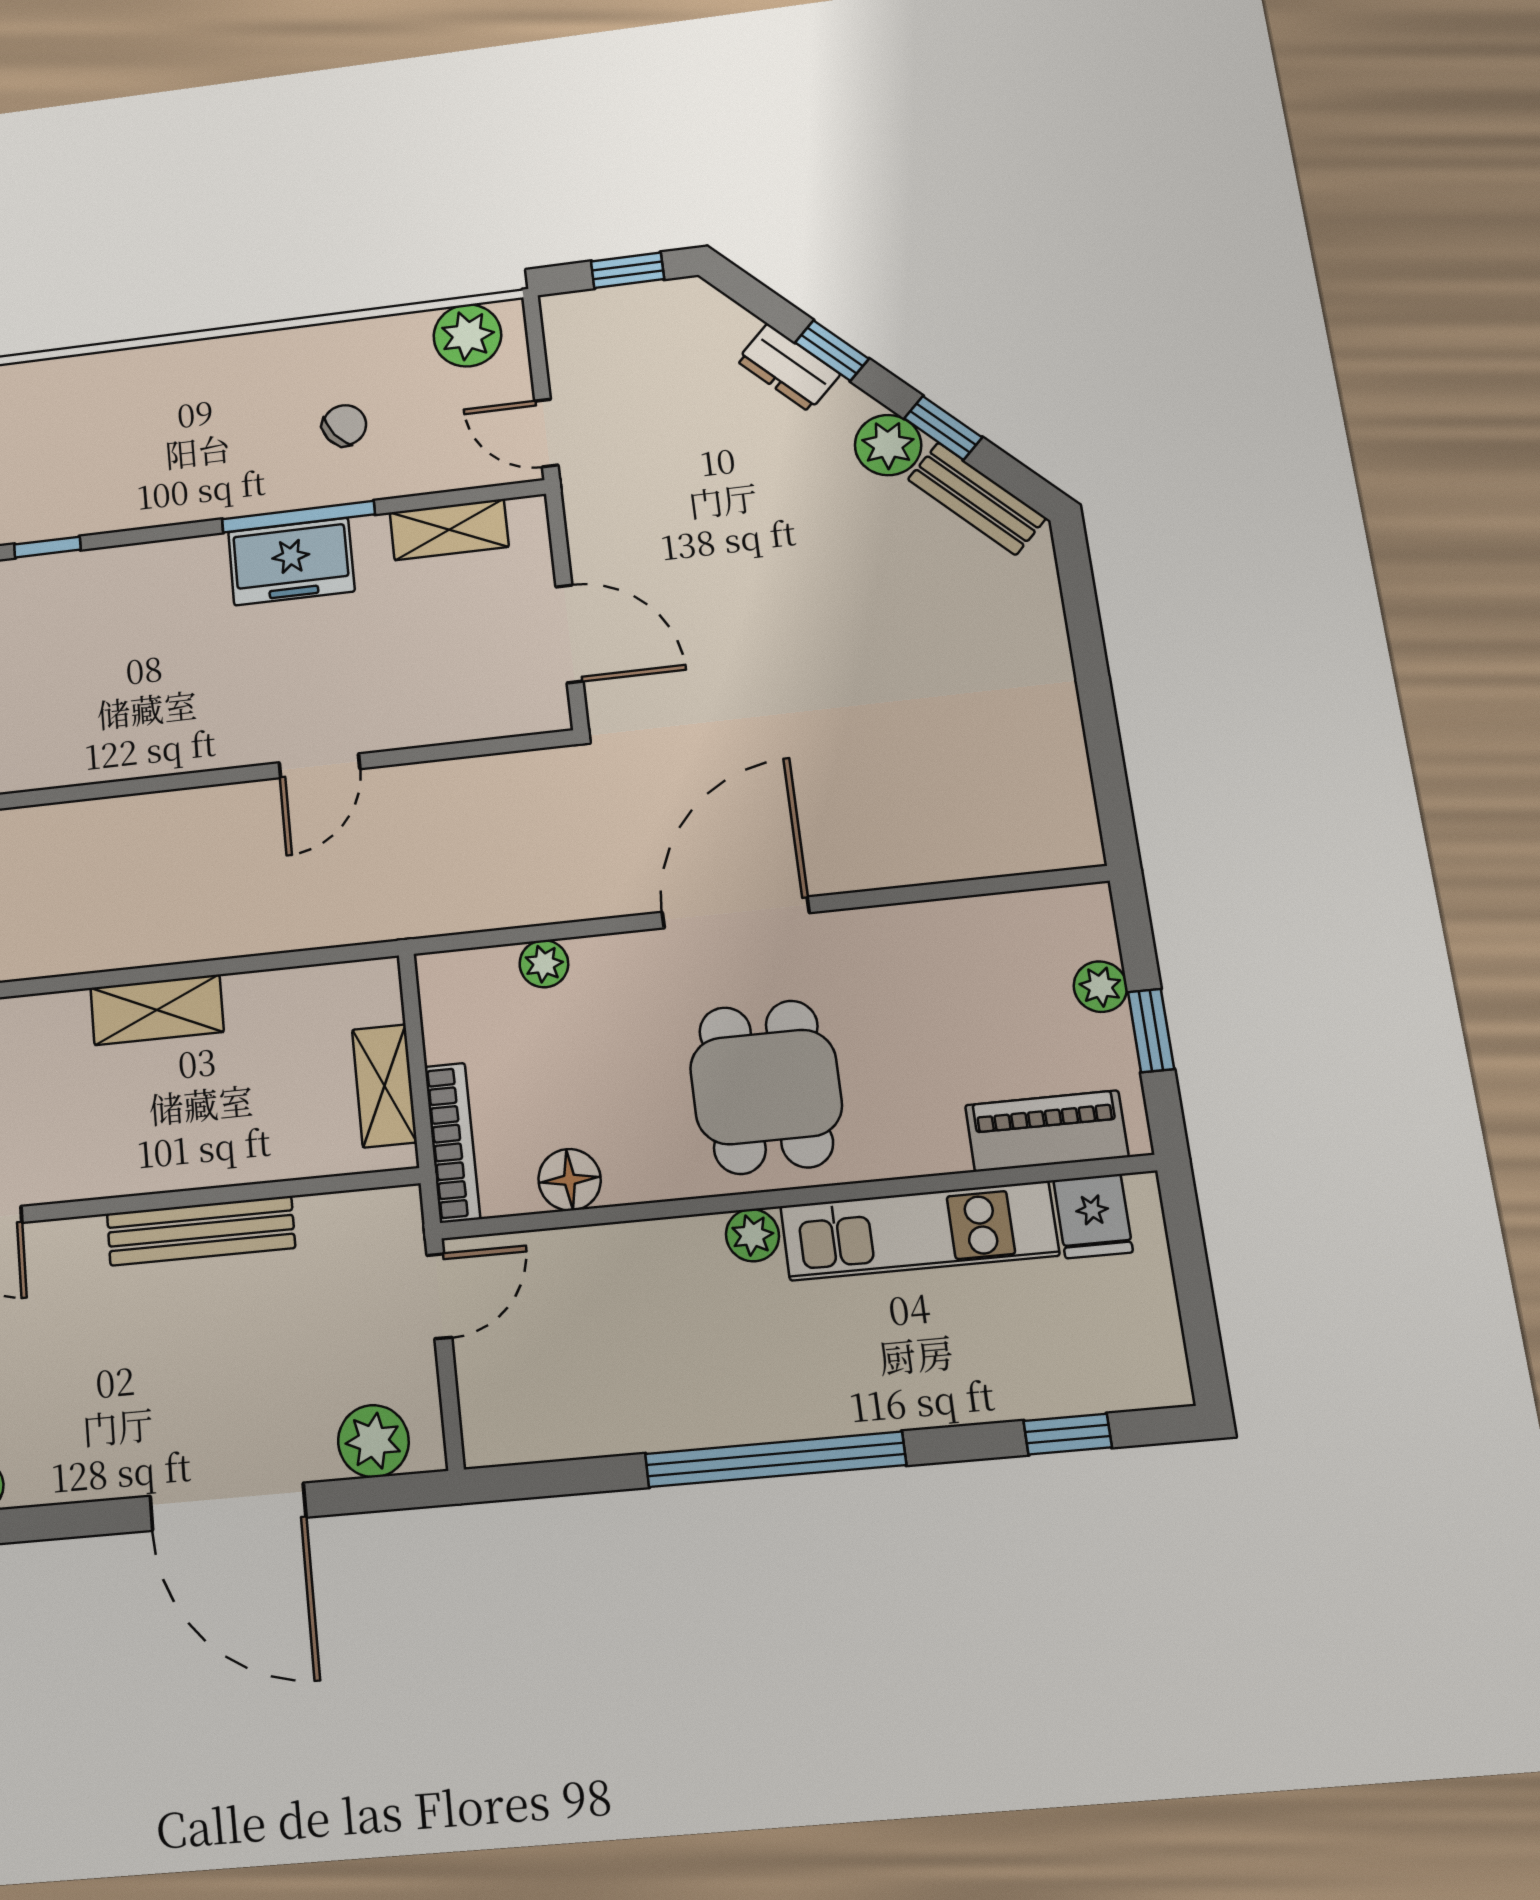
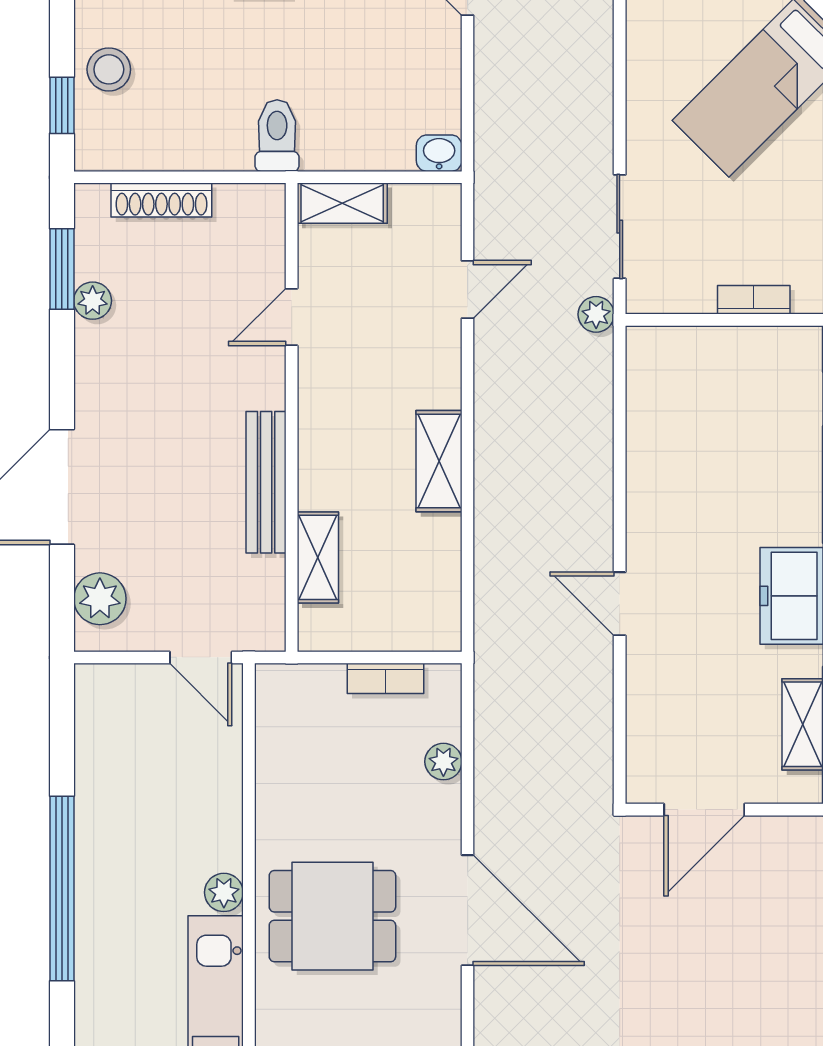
shelving: (384, 1086) -> (318, 557), moved, turned 90
bookcase: (452, 1143) -> (385, 678), moved, width x0.64
floor lamp: (570, 1180) -> (278, 763), removed

